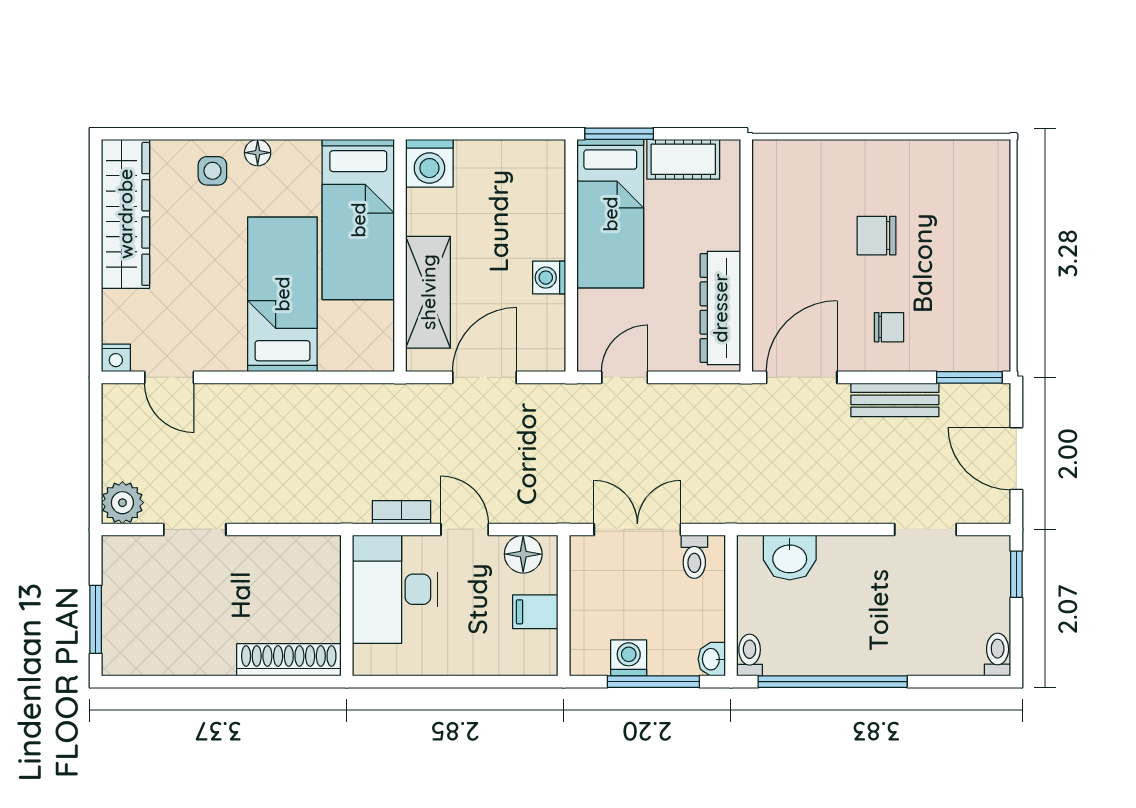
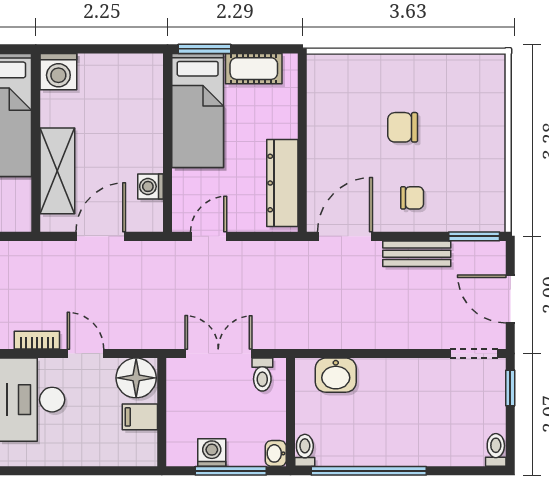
washing machine: (549, 278) -> (150, 186), moved
doorway: (926, 529) -> (474, 354), moved
floor lamp: (523, 554) -> (136, 378), width x1.38, depth x1.38

